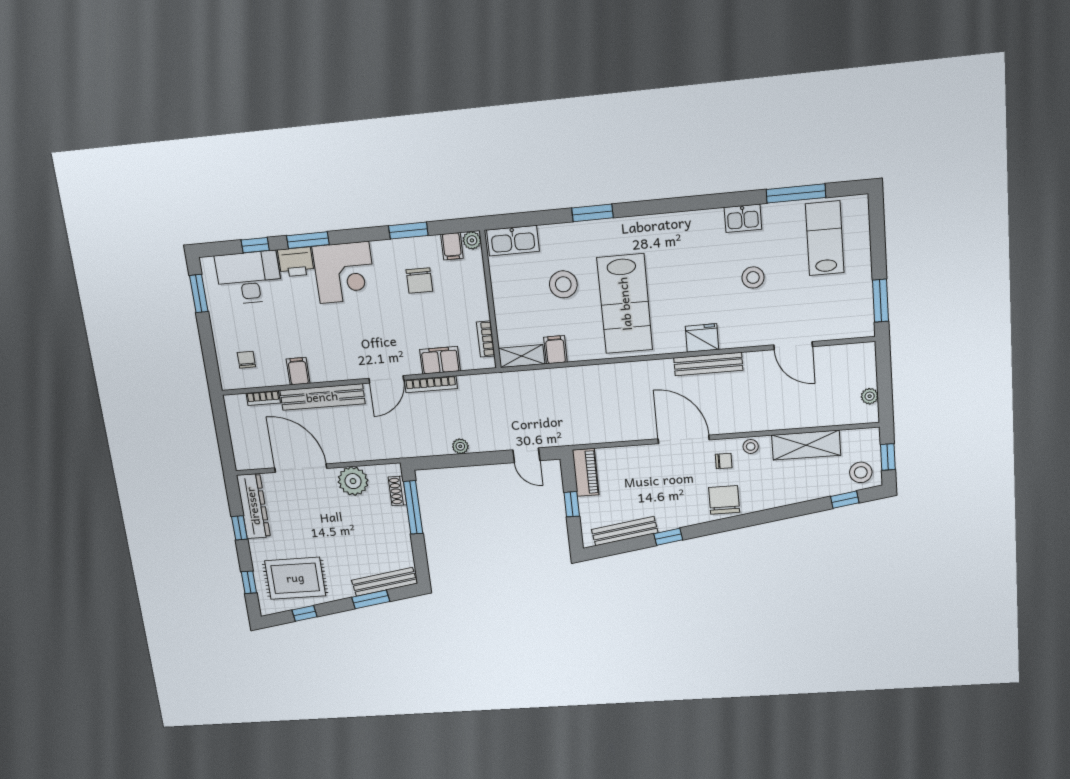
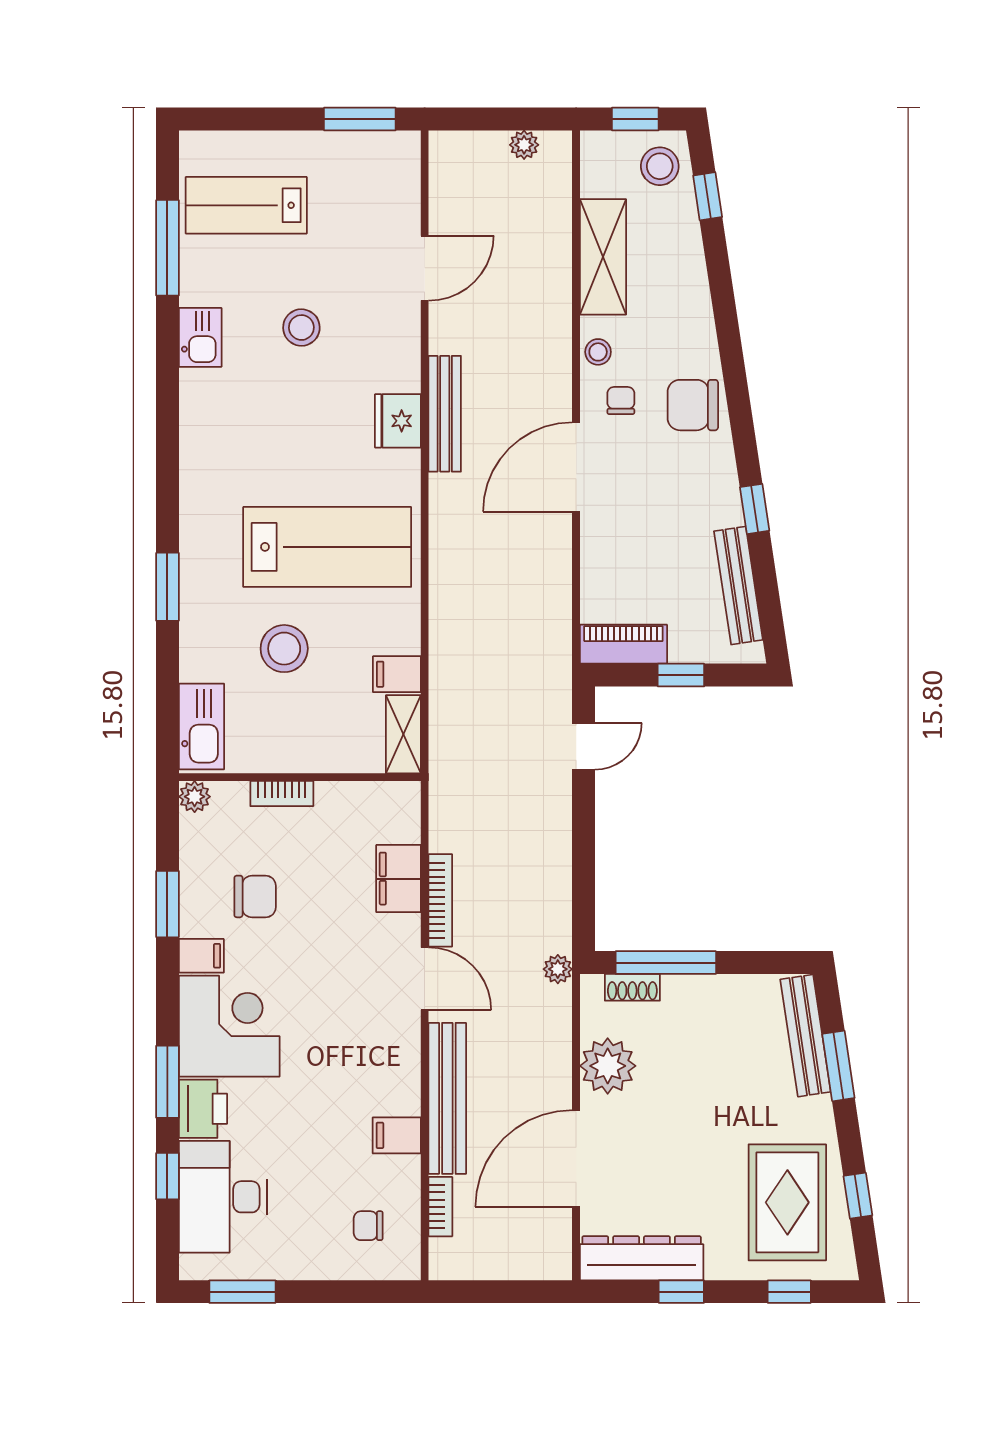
filing cabinet: (452, 246) -> (201, 956), moved
bookcase: (486, 339) -> (282, 794), moved
plant: (460, 446) -> (558, 969), moved

